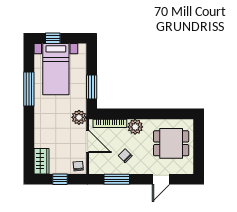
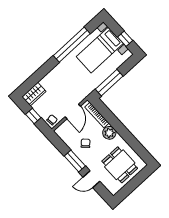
window: (53, 38) -> (125, 39), moved
window: (92, 87) -> (109, 83), width x1.44
window: (29, 89) -> (72, 45), width x1.46
plant: (79, 117) -> (83, 92), removed
window: (117, 179) -> (75, 161), moved

